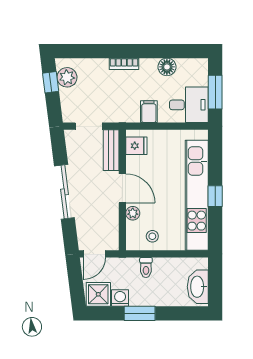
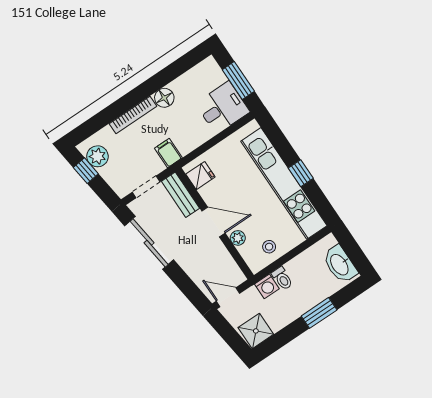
bookcase: (124, 64) -> (133, 115), width x1.56
floor lamp: (167, 67) -> (164, 98), moved
filing cabinet: (149, 112) -> (168, 153), moved
sliding door: (64, 192) -> (149, 243), moved
door: (94, 254) -> (228, 297), swing flipped
washing machine: (120, 298) -> (267, 286), moved, turned 180
window: (140, 313) -> (319, 313), moved

